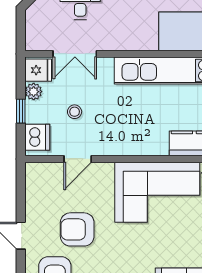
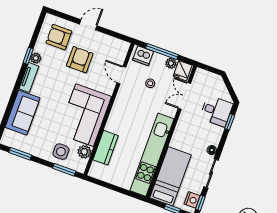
window: (21, 111) -> (162, 52), width x2.17

